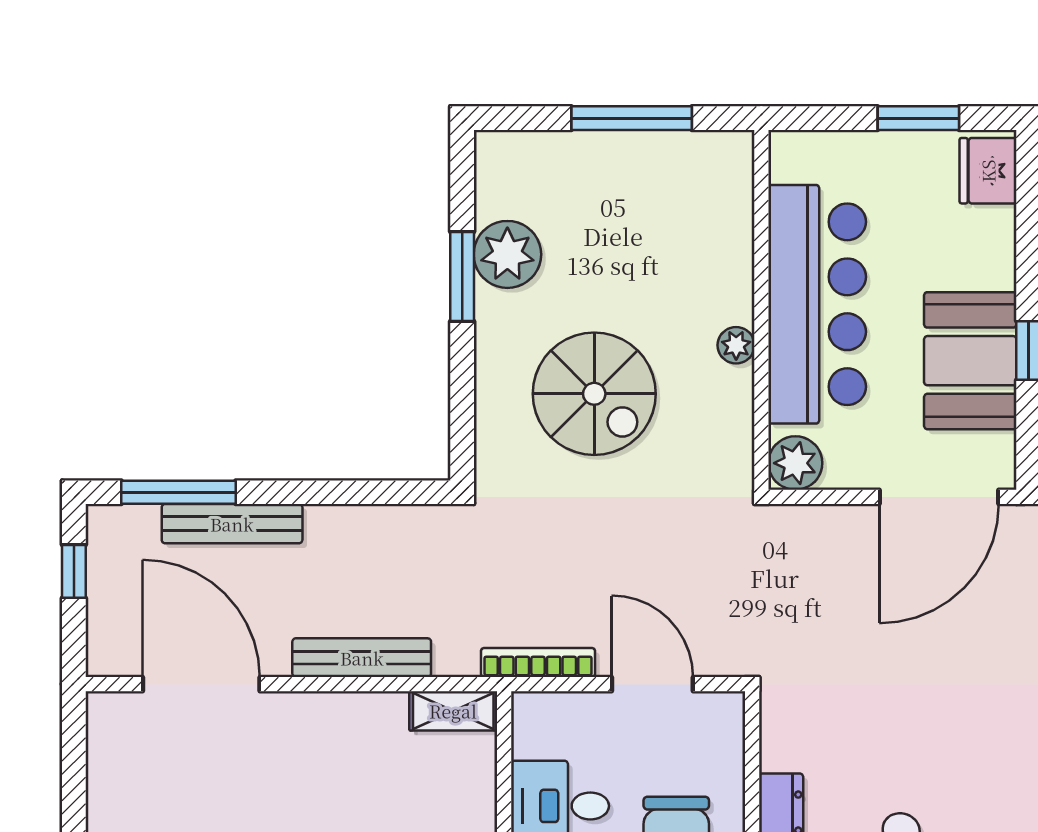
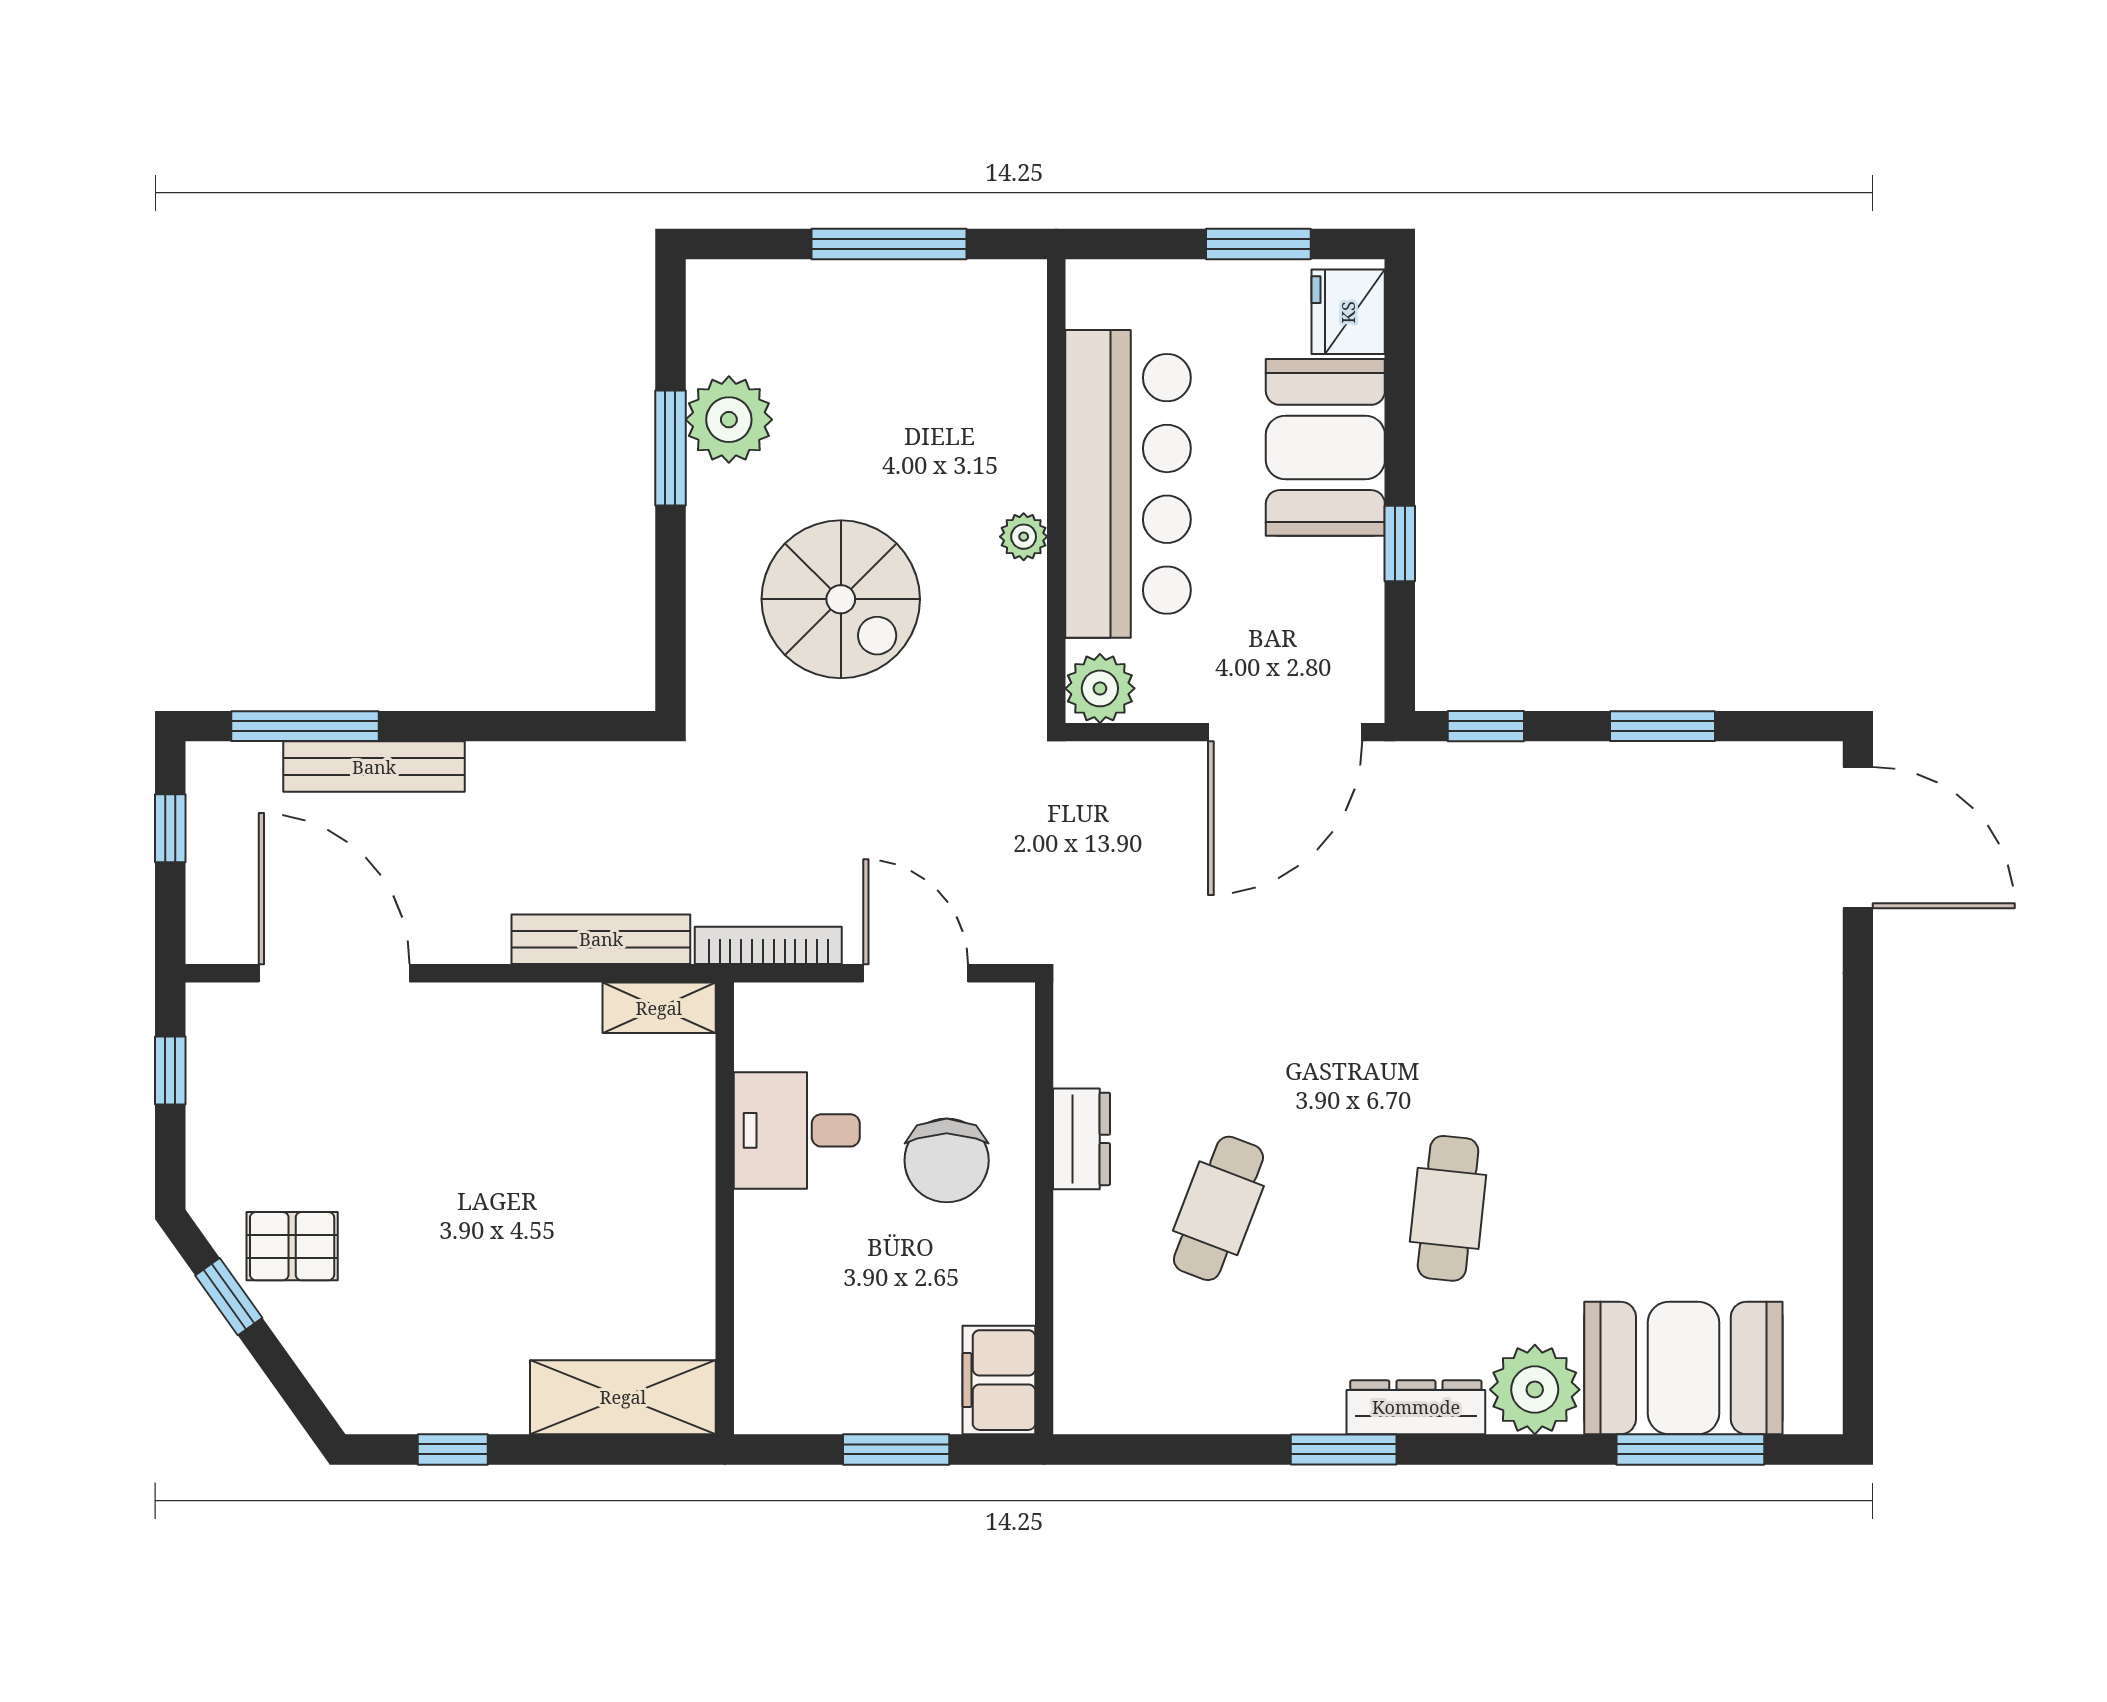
booth: (970, 361) -> (1325, 447), moved
bench: (362, 658) -> (601, 939), moved
window: (74, 759) -> (170, 1071), added

